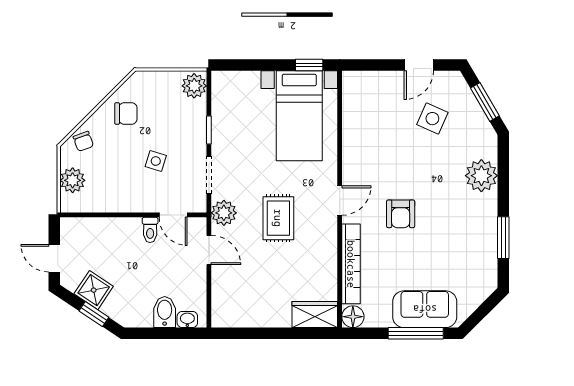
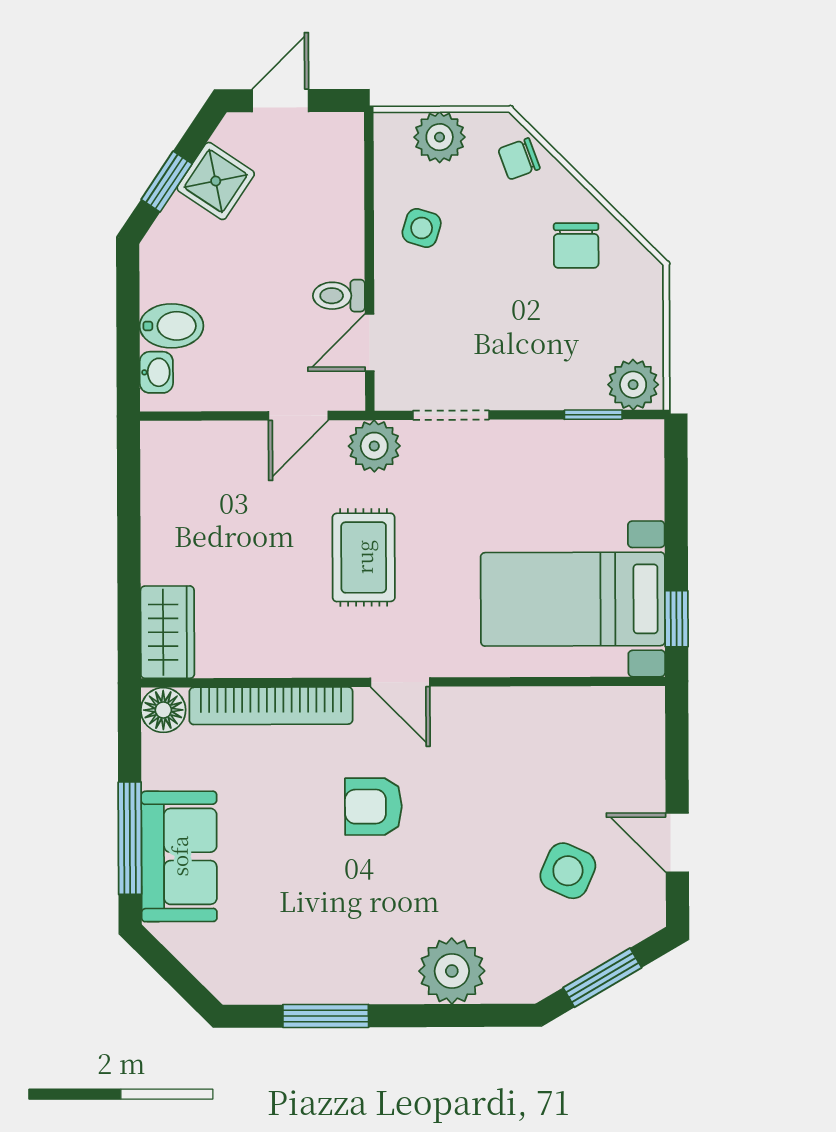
window: (209, 130) -> (593, 415), moved
side table: (156, 161) -> (422, 228), moved
rug: (278, 218) -> (364, 557), turned 90

